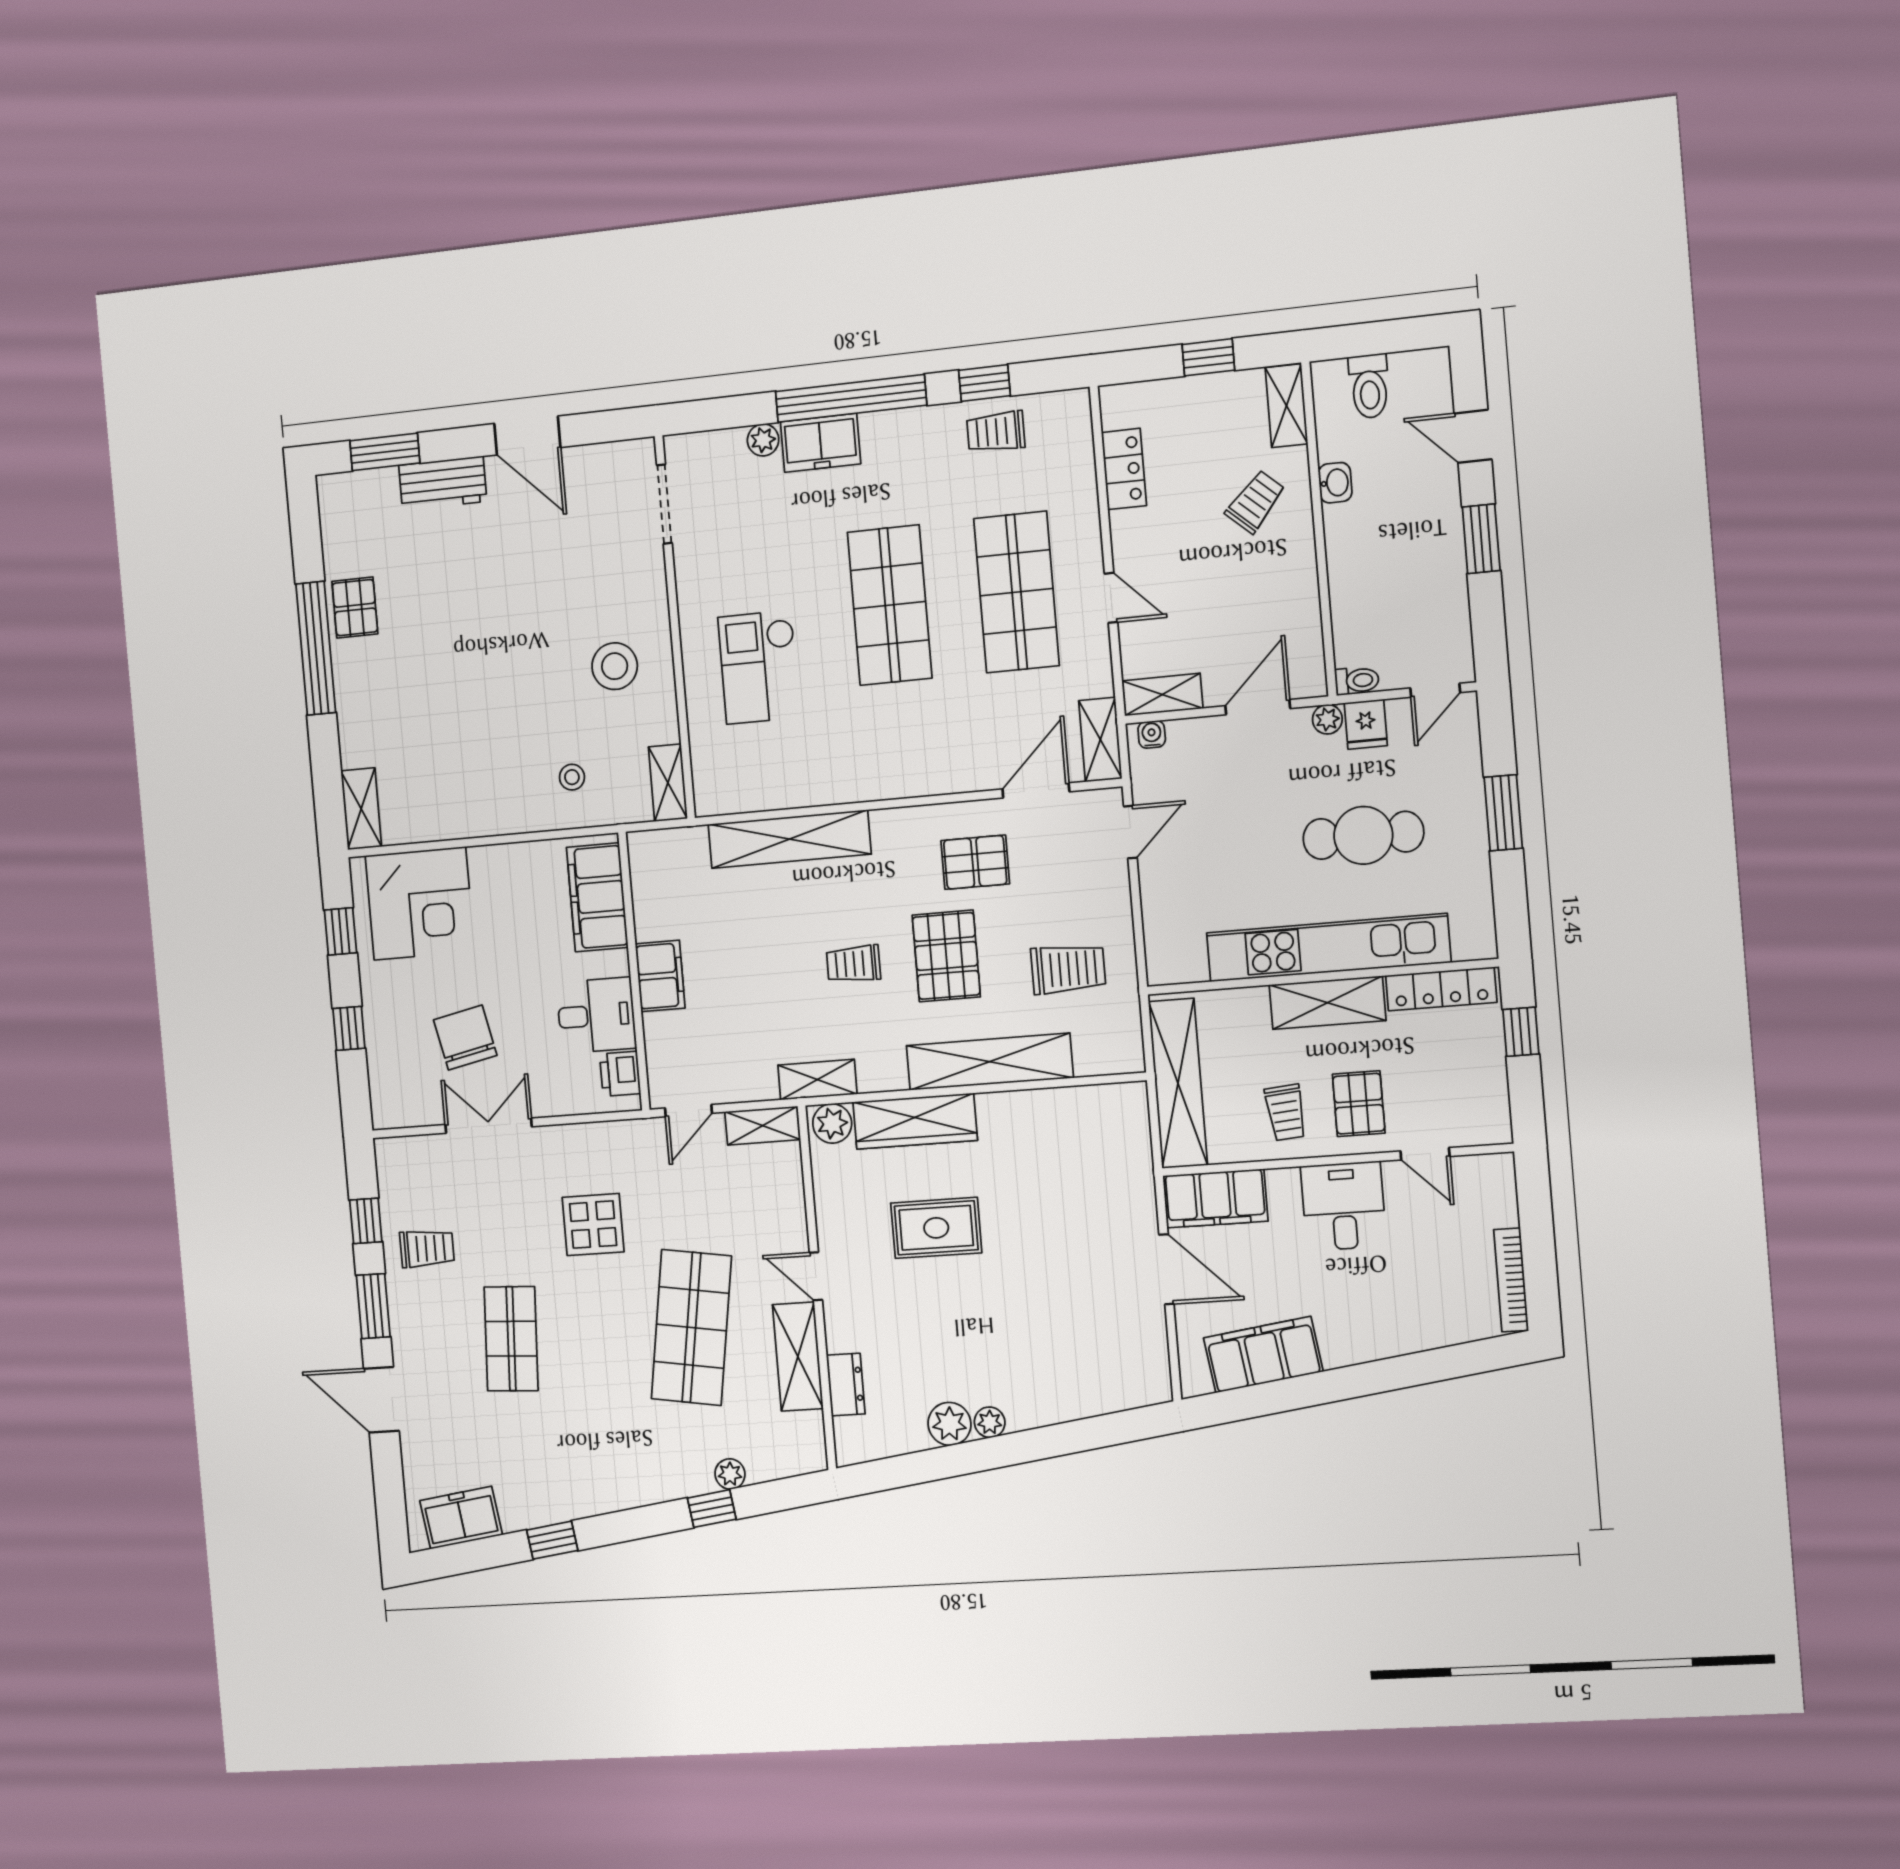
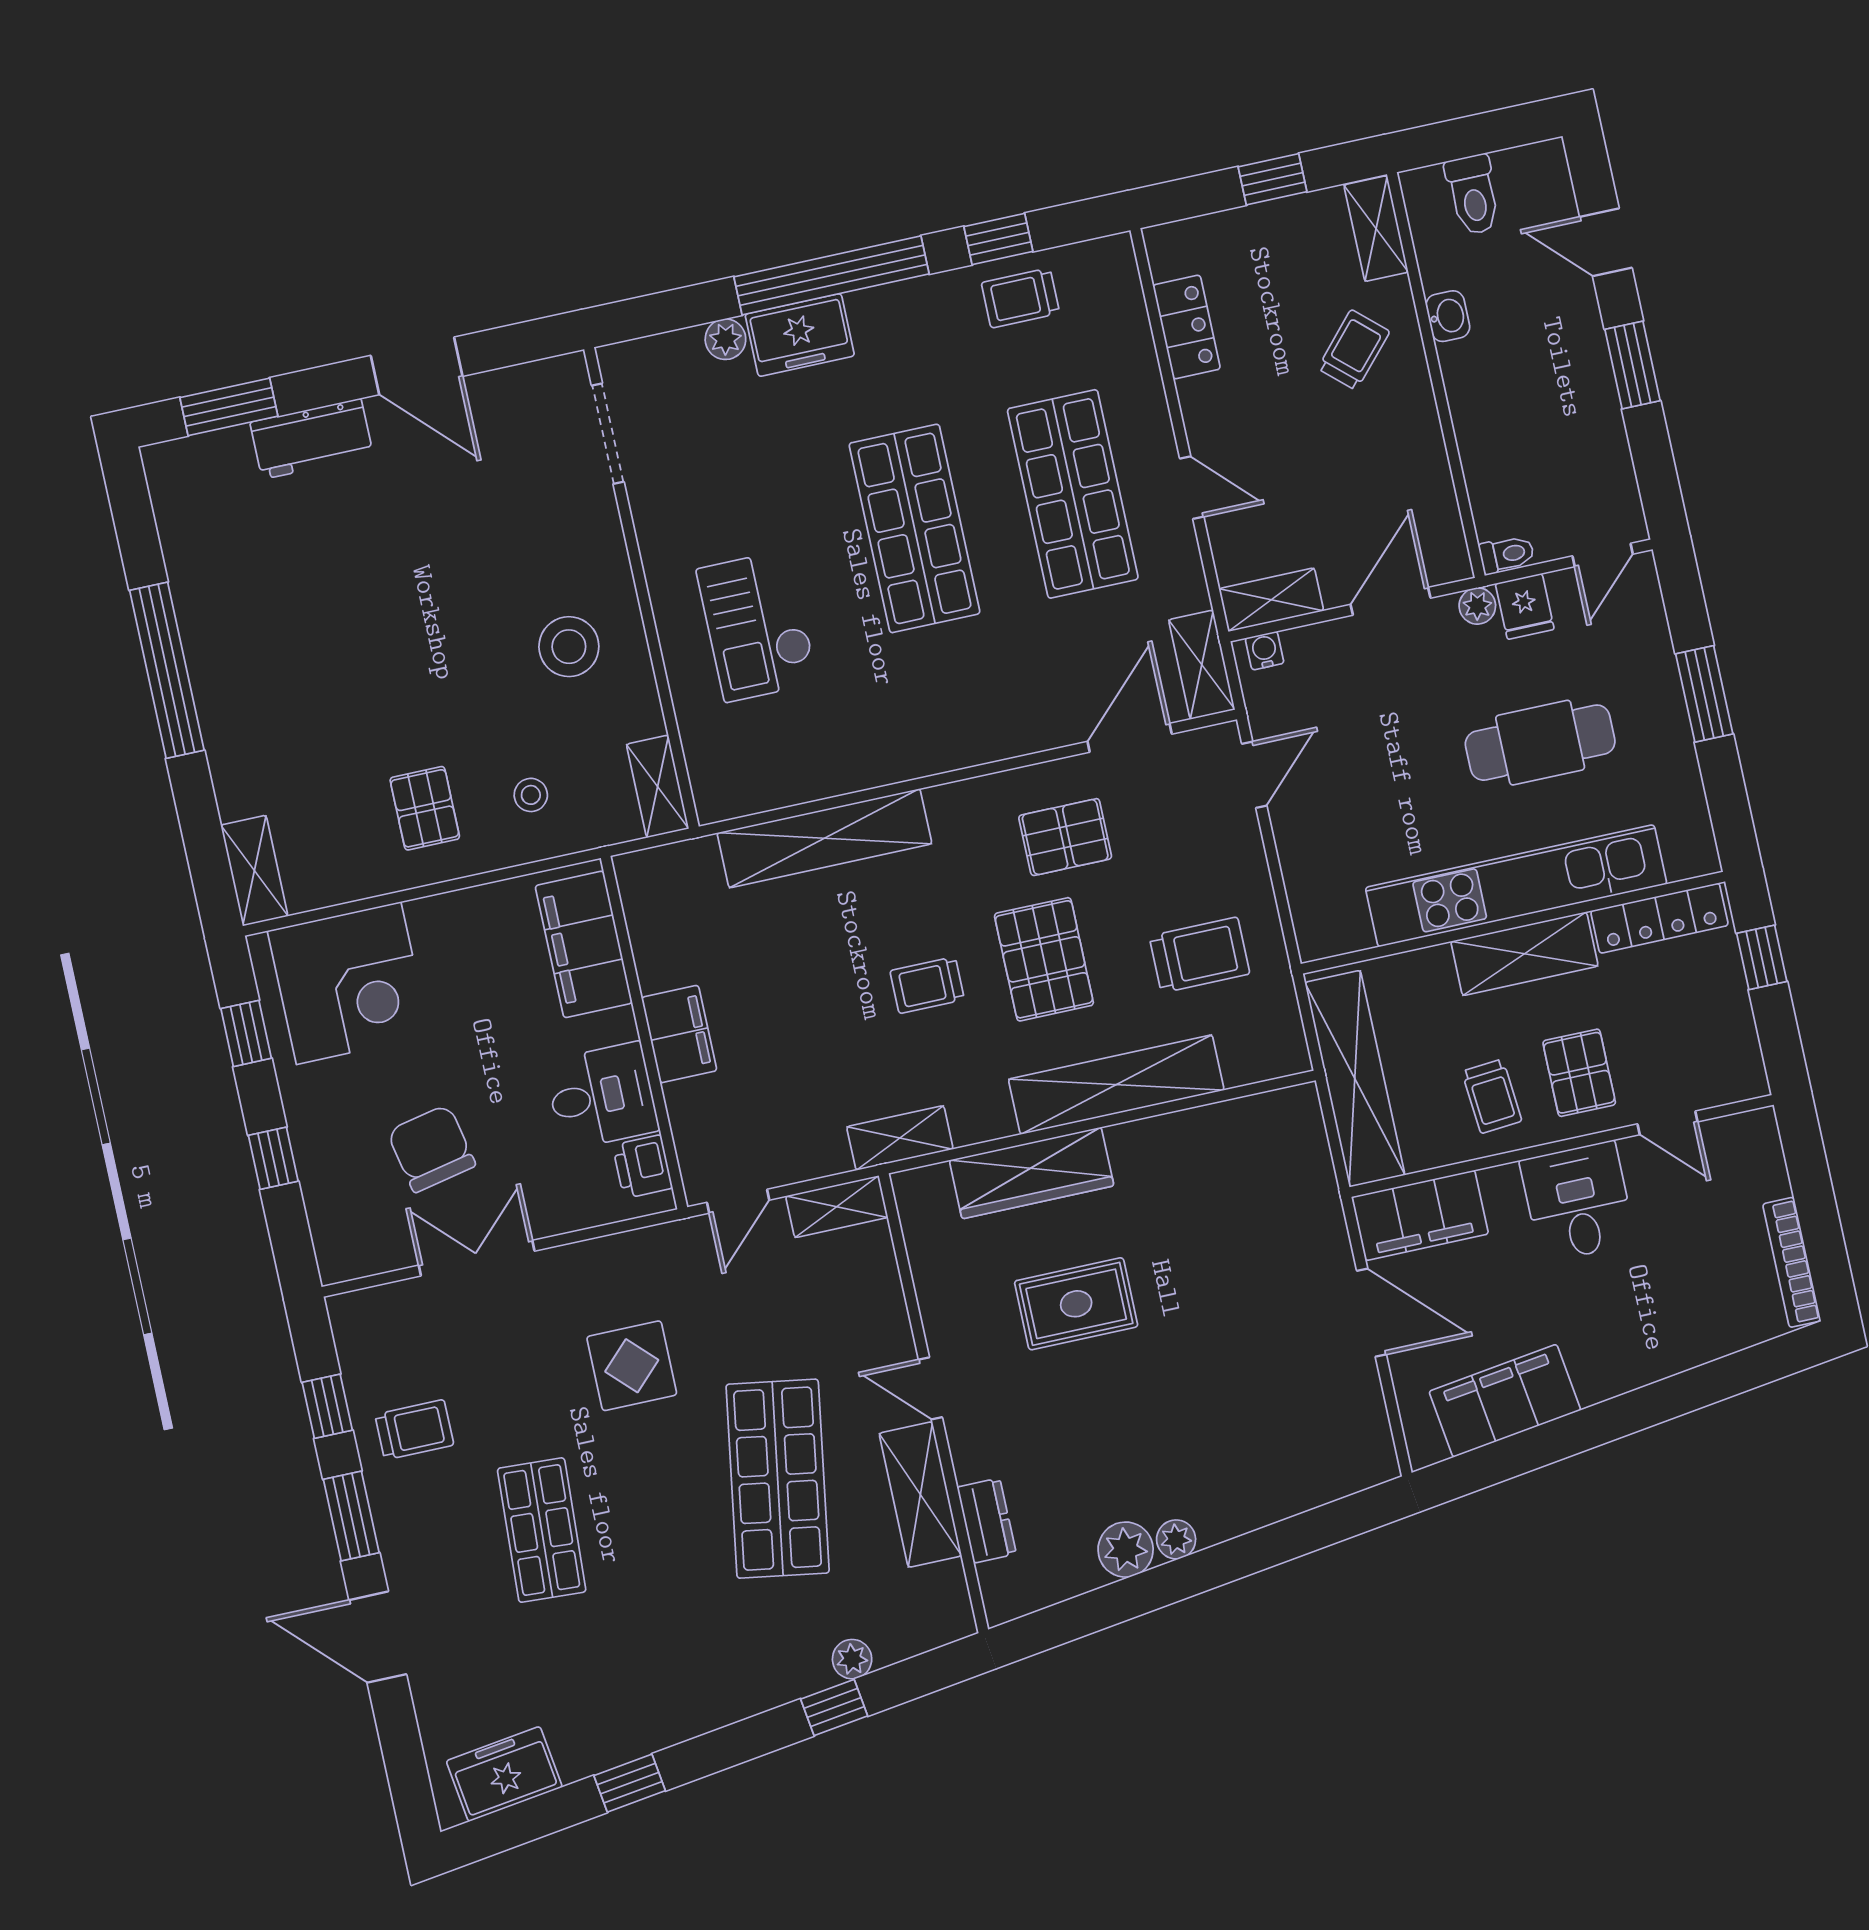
pallet: (355, 608) -> (425, 808), moved
plant: (832, 1123) -> (926, 1191), removed

